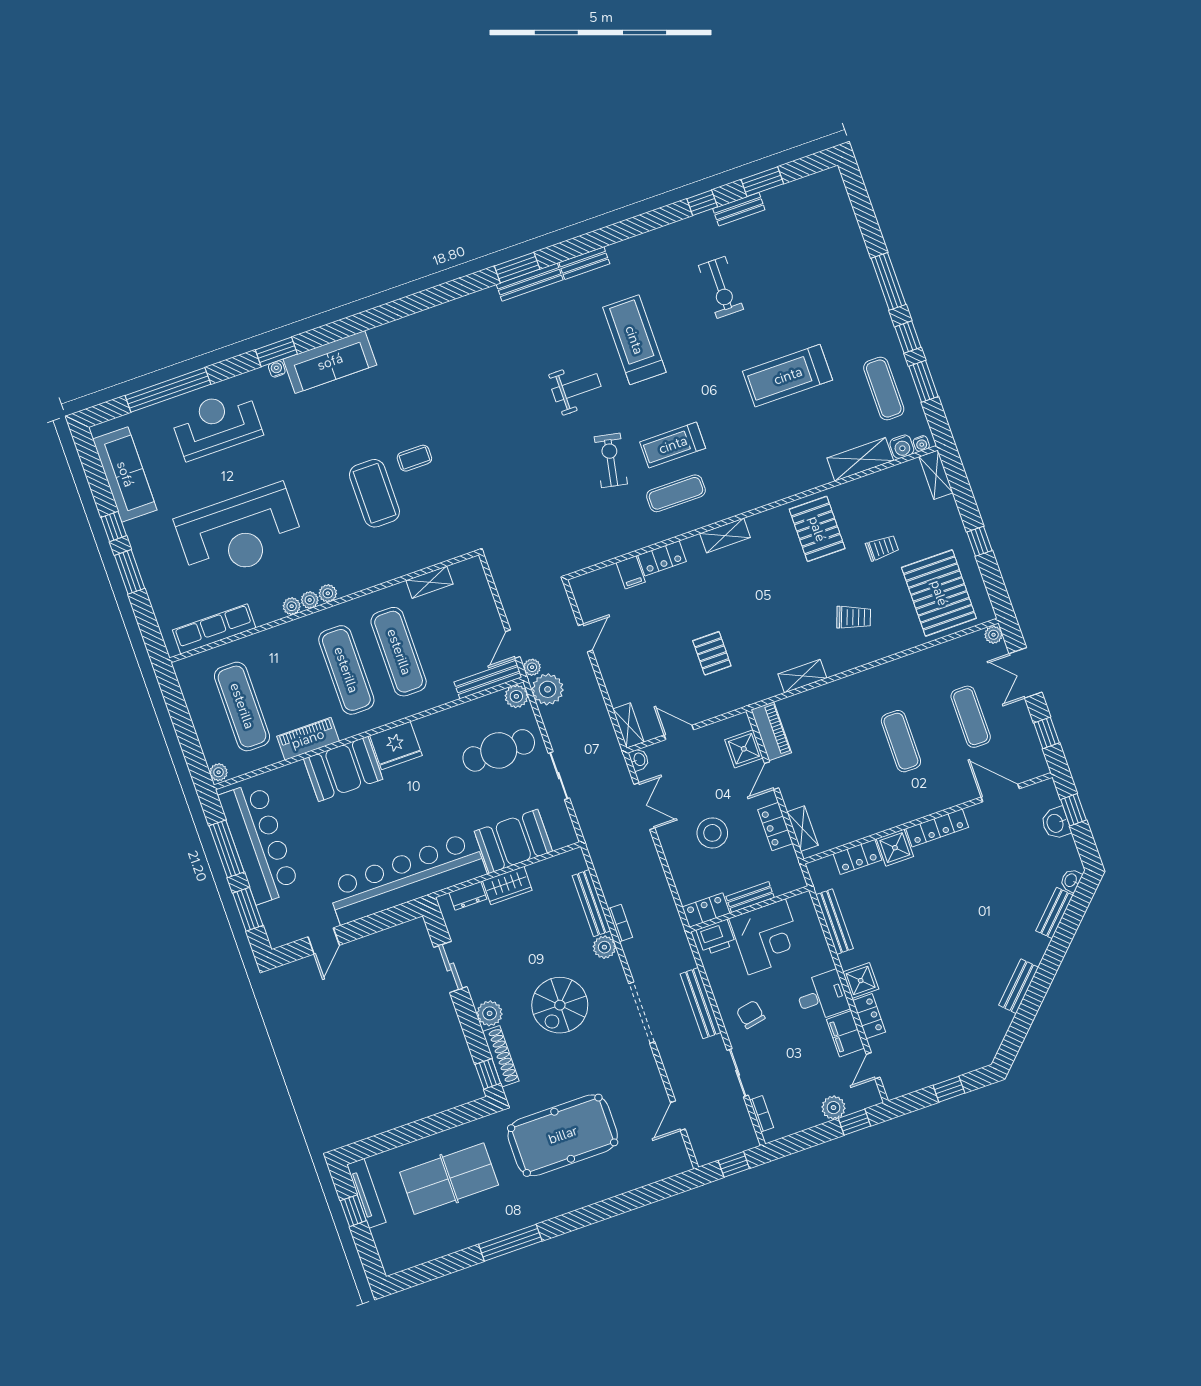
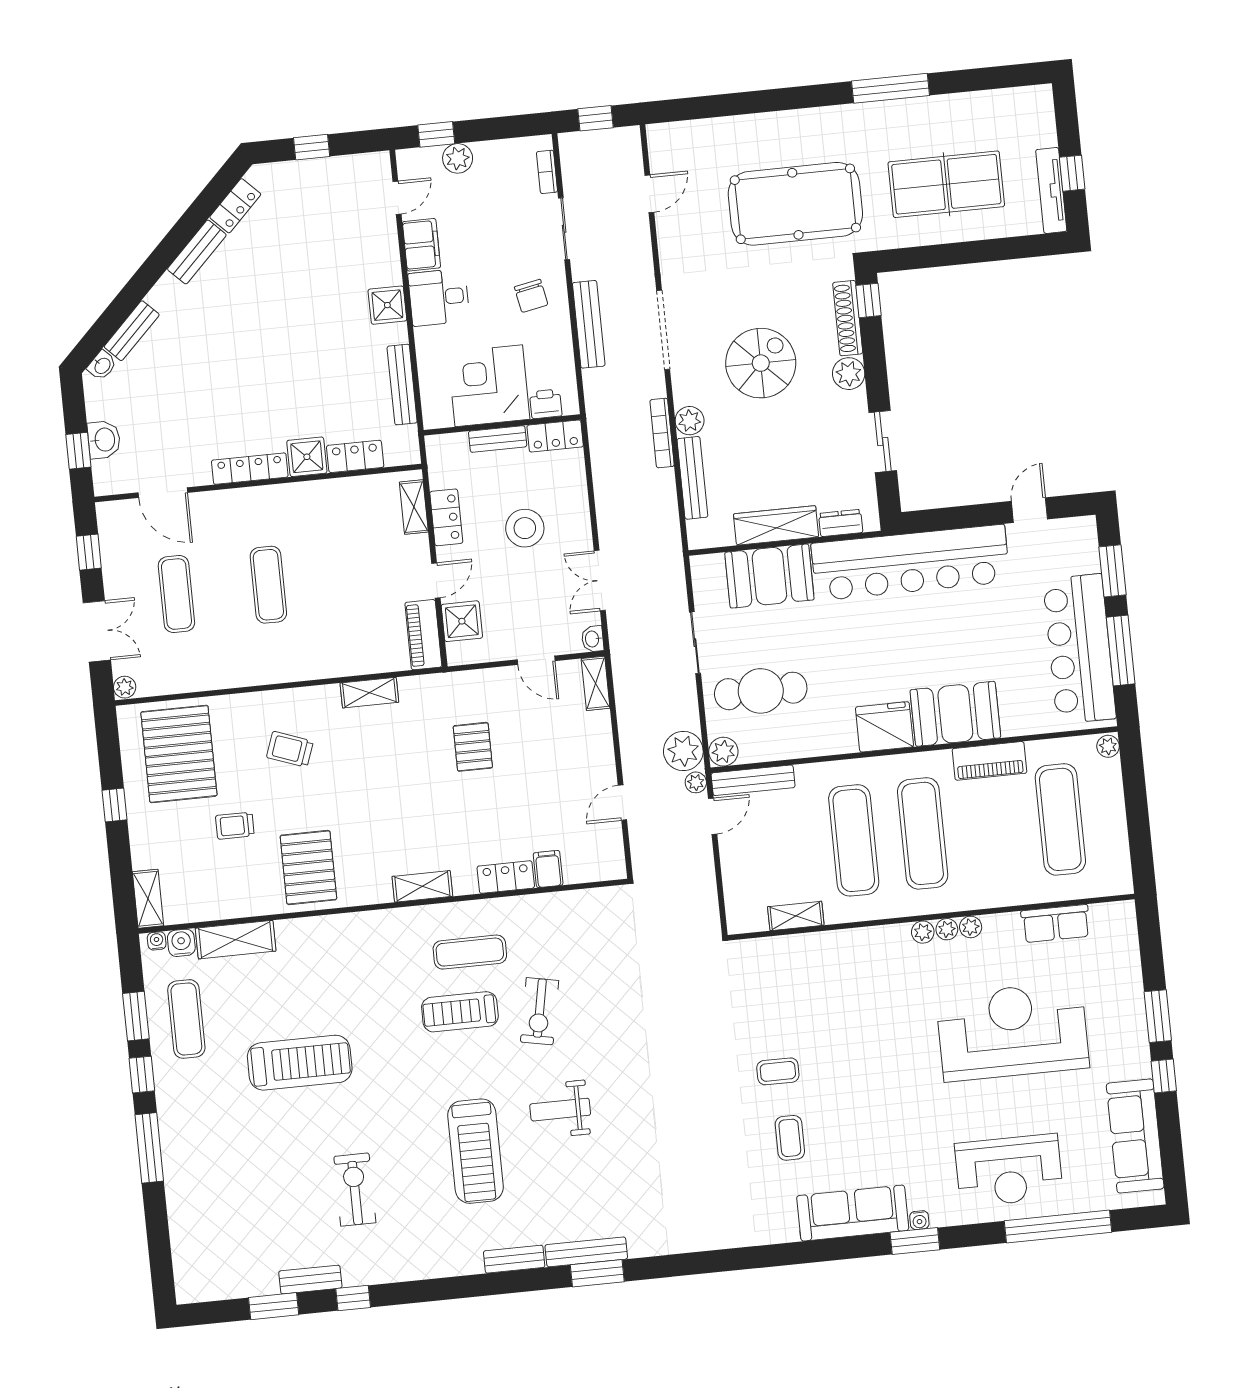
treadmill: (673, 445) -> (460, 1012), turned 180
coffee table: (374, 493) -> (790, 1138), moved, width x0.54, depth x0.58
row of seats: (214, 629) -> (1056, 924), width x0.68
wardrobe: (507, 885) -> (776, 525), width x1.50
bookcase: (620, 923) -> (662, 433), width x1.56
printer: (716, 937) -> (546, 404), width x0.73, depth x0.81
locker: (869, 1016) -> (235, 206), moved, turned -135

